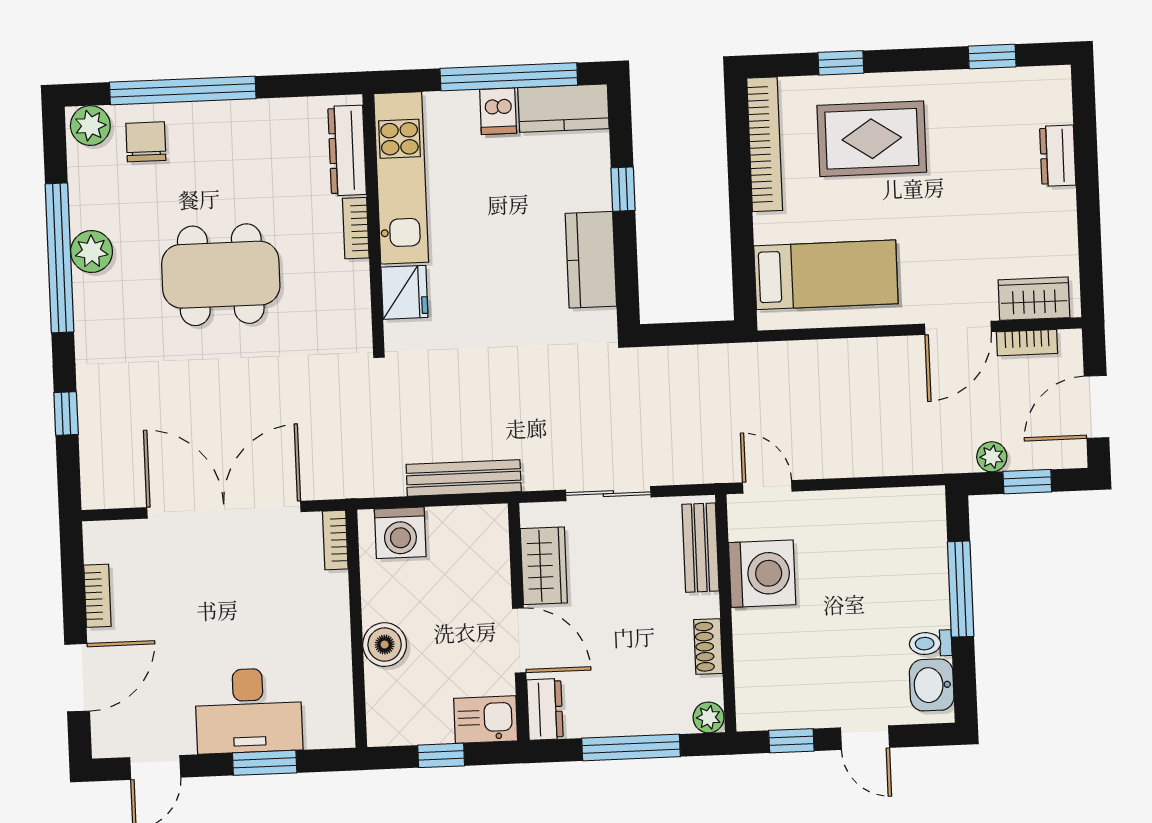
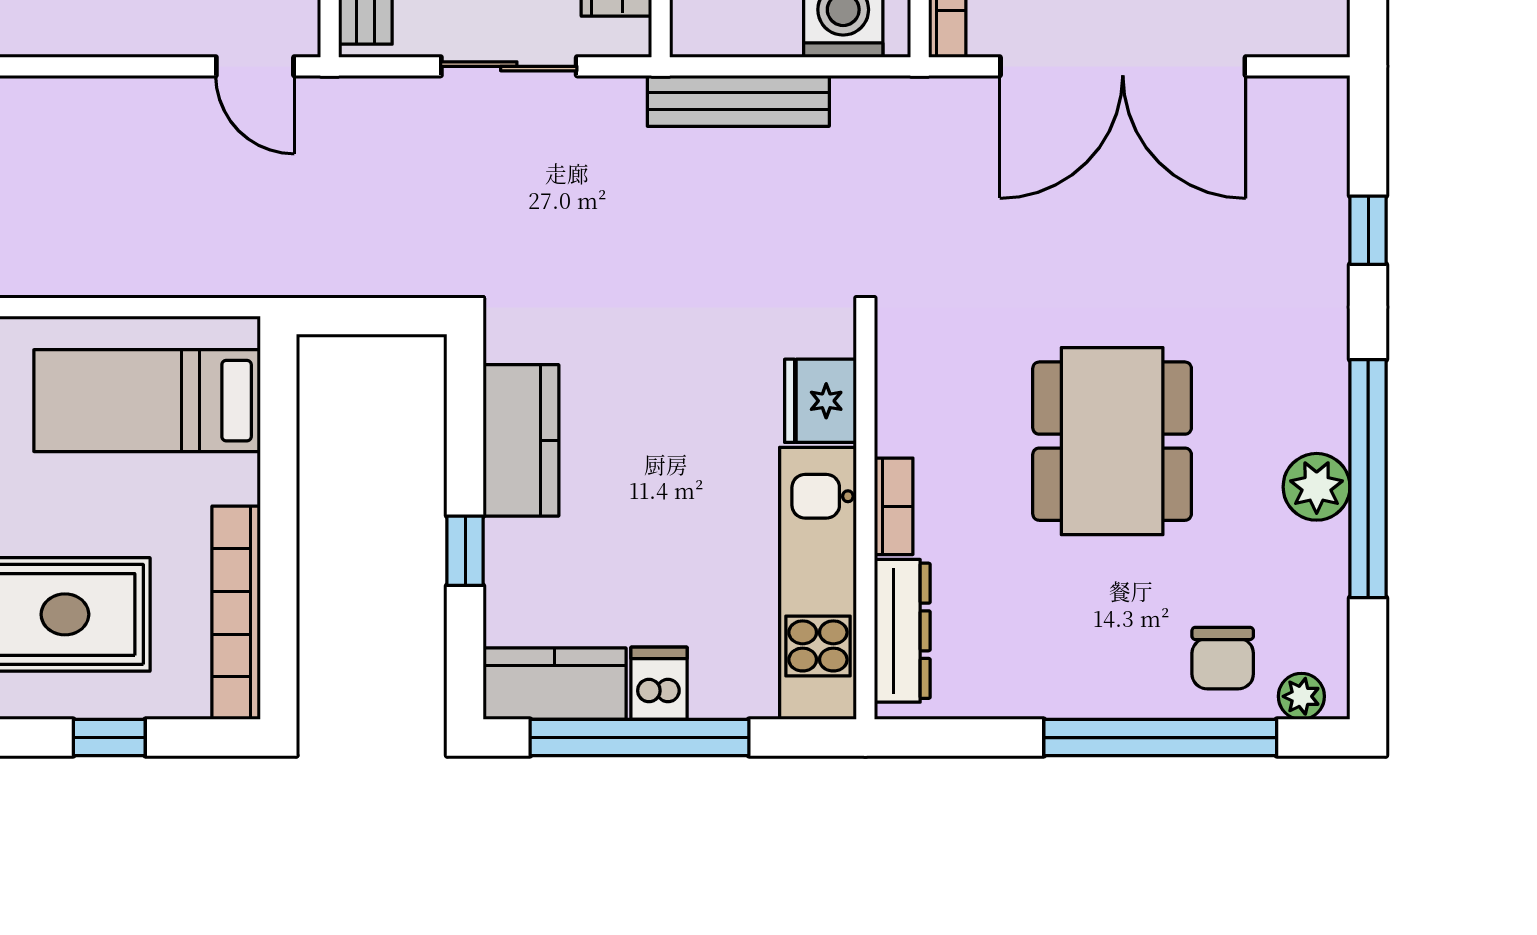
plant: (90, 126) -> (1301, 696), width x0.73, depth x0.73
dining table: (221, 275) -> (1112, 441), turned 90

